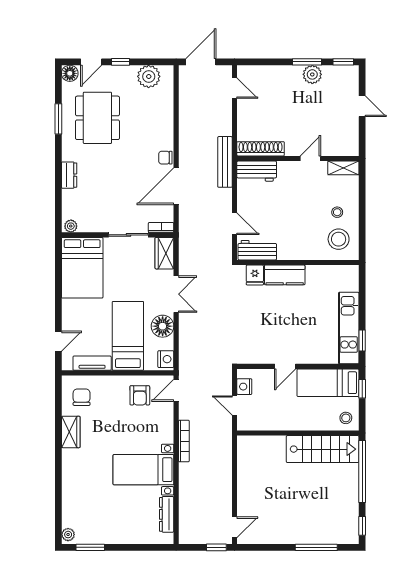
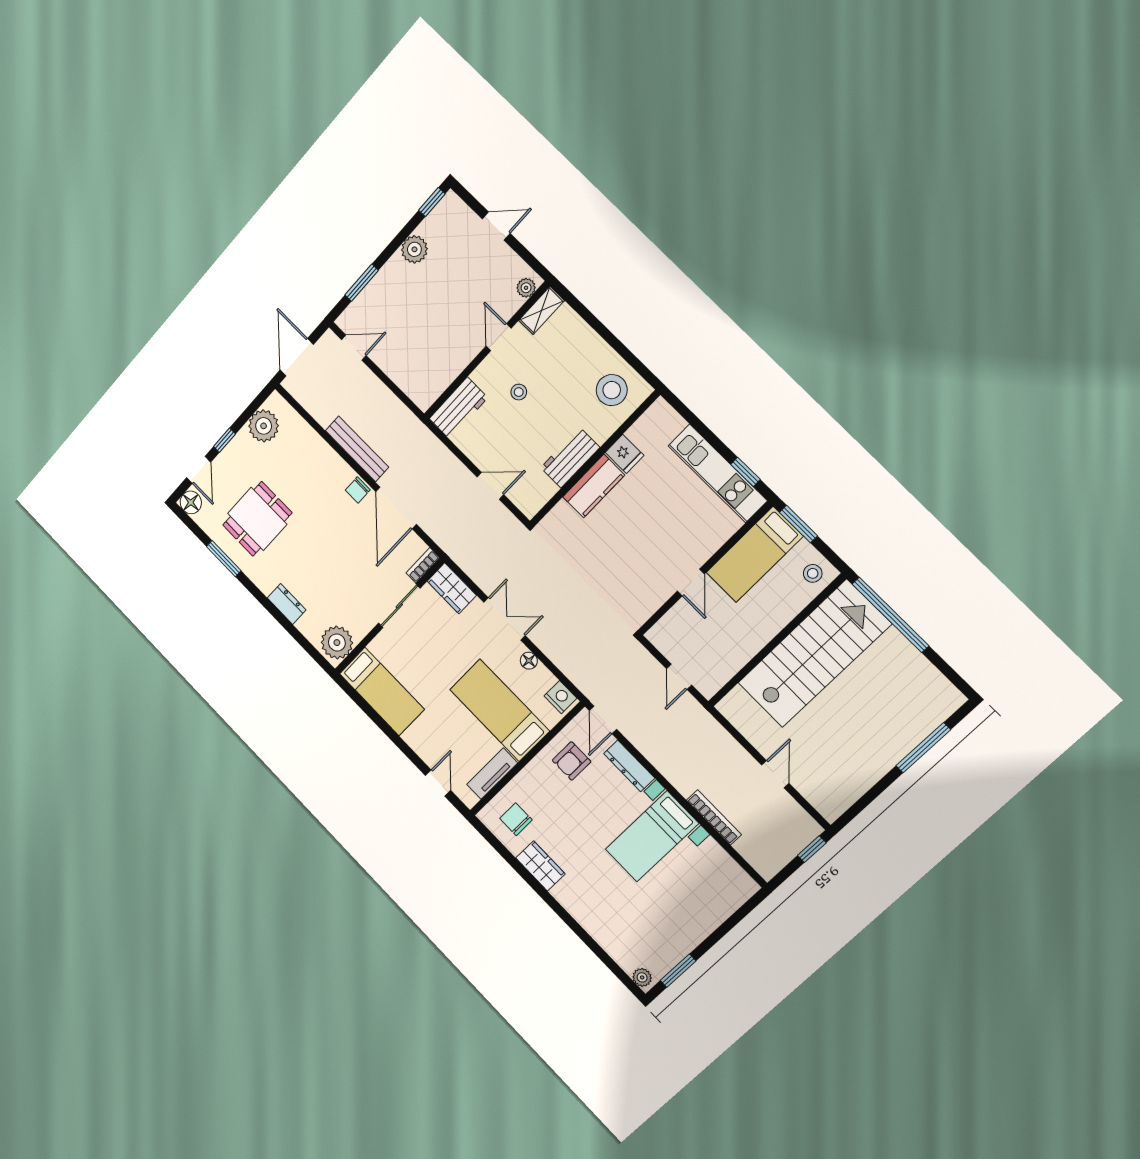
window: (307, 62) -> (362, 283), moved
dining table: (97, 118) -> (257, 519), width x0.73
shoe rack: (261, 149) -> (440, 381), removed
plant: (347, 150) -> (526, 288), added
bench: (225, 162) -> (357, 449), moved
stool: (337, 212) -> (519, 392), moved
plant: (71, 226) -> (337, 643), width x1.88, depth x1.88
workbench: (257, 250) -> (570, 458), moved
bed: (82, 268) -> (382, 691), width x0.67
fridge: (255, 275) -> (625, 454), moved
floor lamp: (163, 326) -> (529, 661), width x0.53, depth x0.53
nightstand: (244, 387) -> (669, 647), removed
window: (362, 389) -> (798, 524), width x1.50
armchair: (140, 395) -> (572, 761), turned 90
door: (235, 405) -> (679, 677), hinge flipped
bookcase: (184, 441) -> (714, 817), moved
stairs: (323, 449) -> (814, 654), width x1.36, depth x1.51
dresser: (167, 514) -> (629, 766), moved
window: (362, 526) -> (952, 675), removed
door: (235, 527) -> (775, 774), moved

